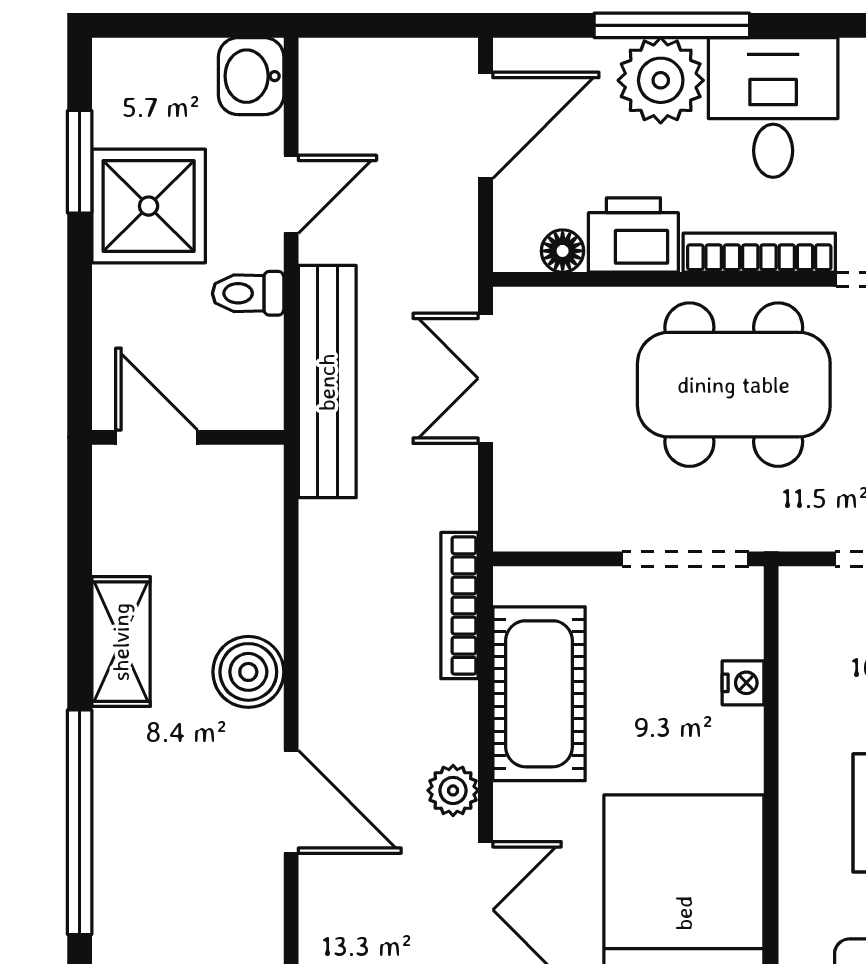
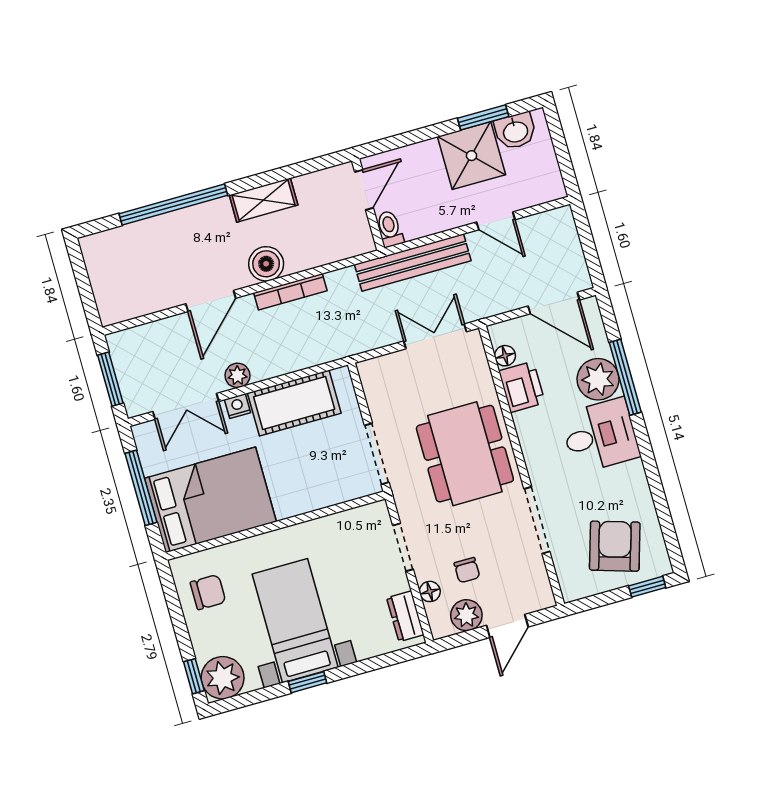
washbasin: (251, 76) -> (515, 131), moved, turned 180
bookcase: (759, 253) -> (530, 448), removed
toilet: (248, 293) -> (390, 229), moved
bookcase: (459, 606) -> (290, 292), moved, turned 180
nightstand: (743, 683) -> (237, 406), moved, turned 180

